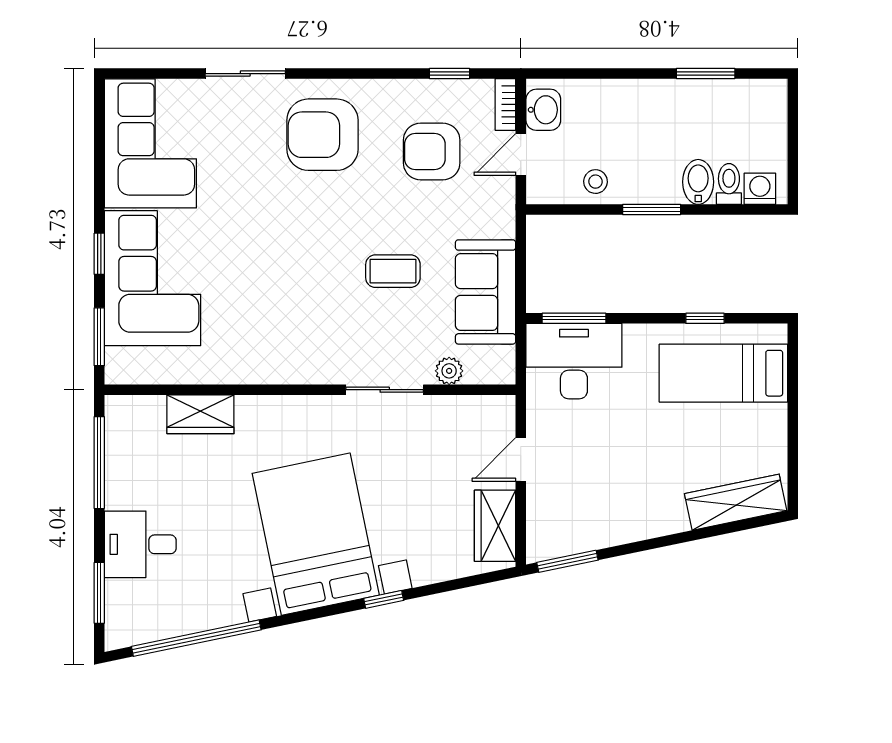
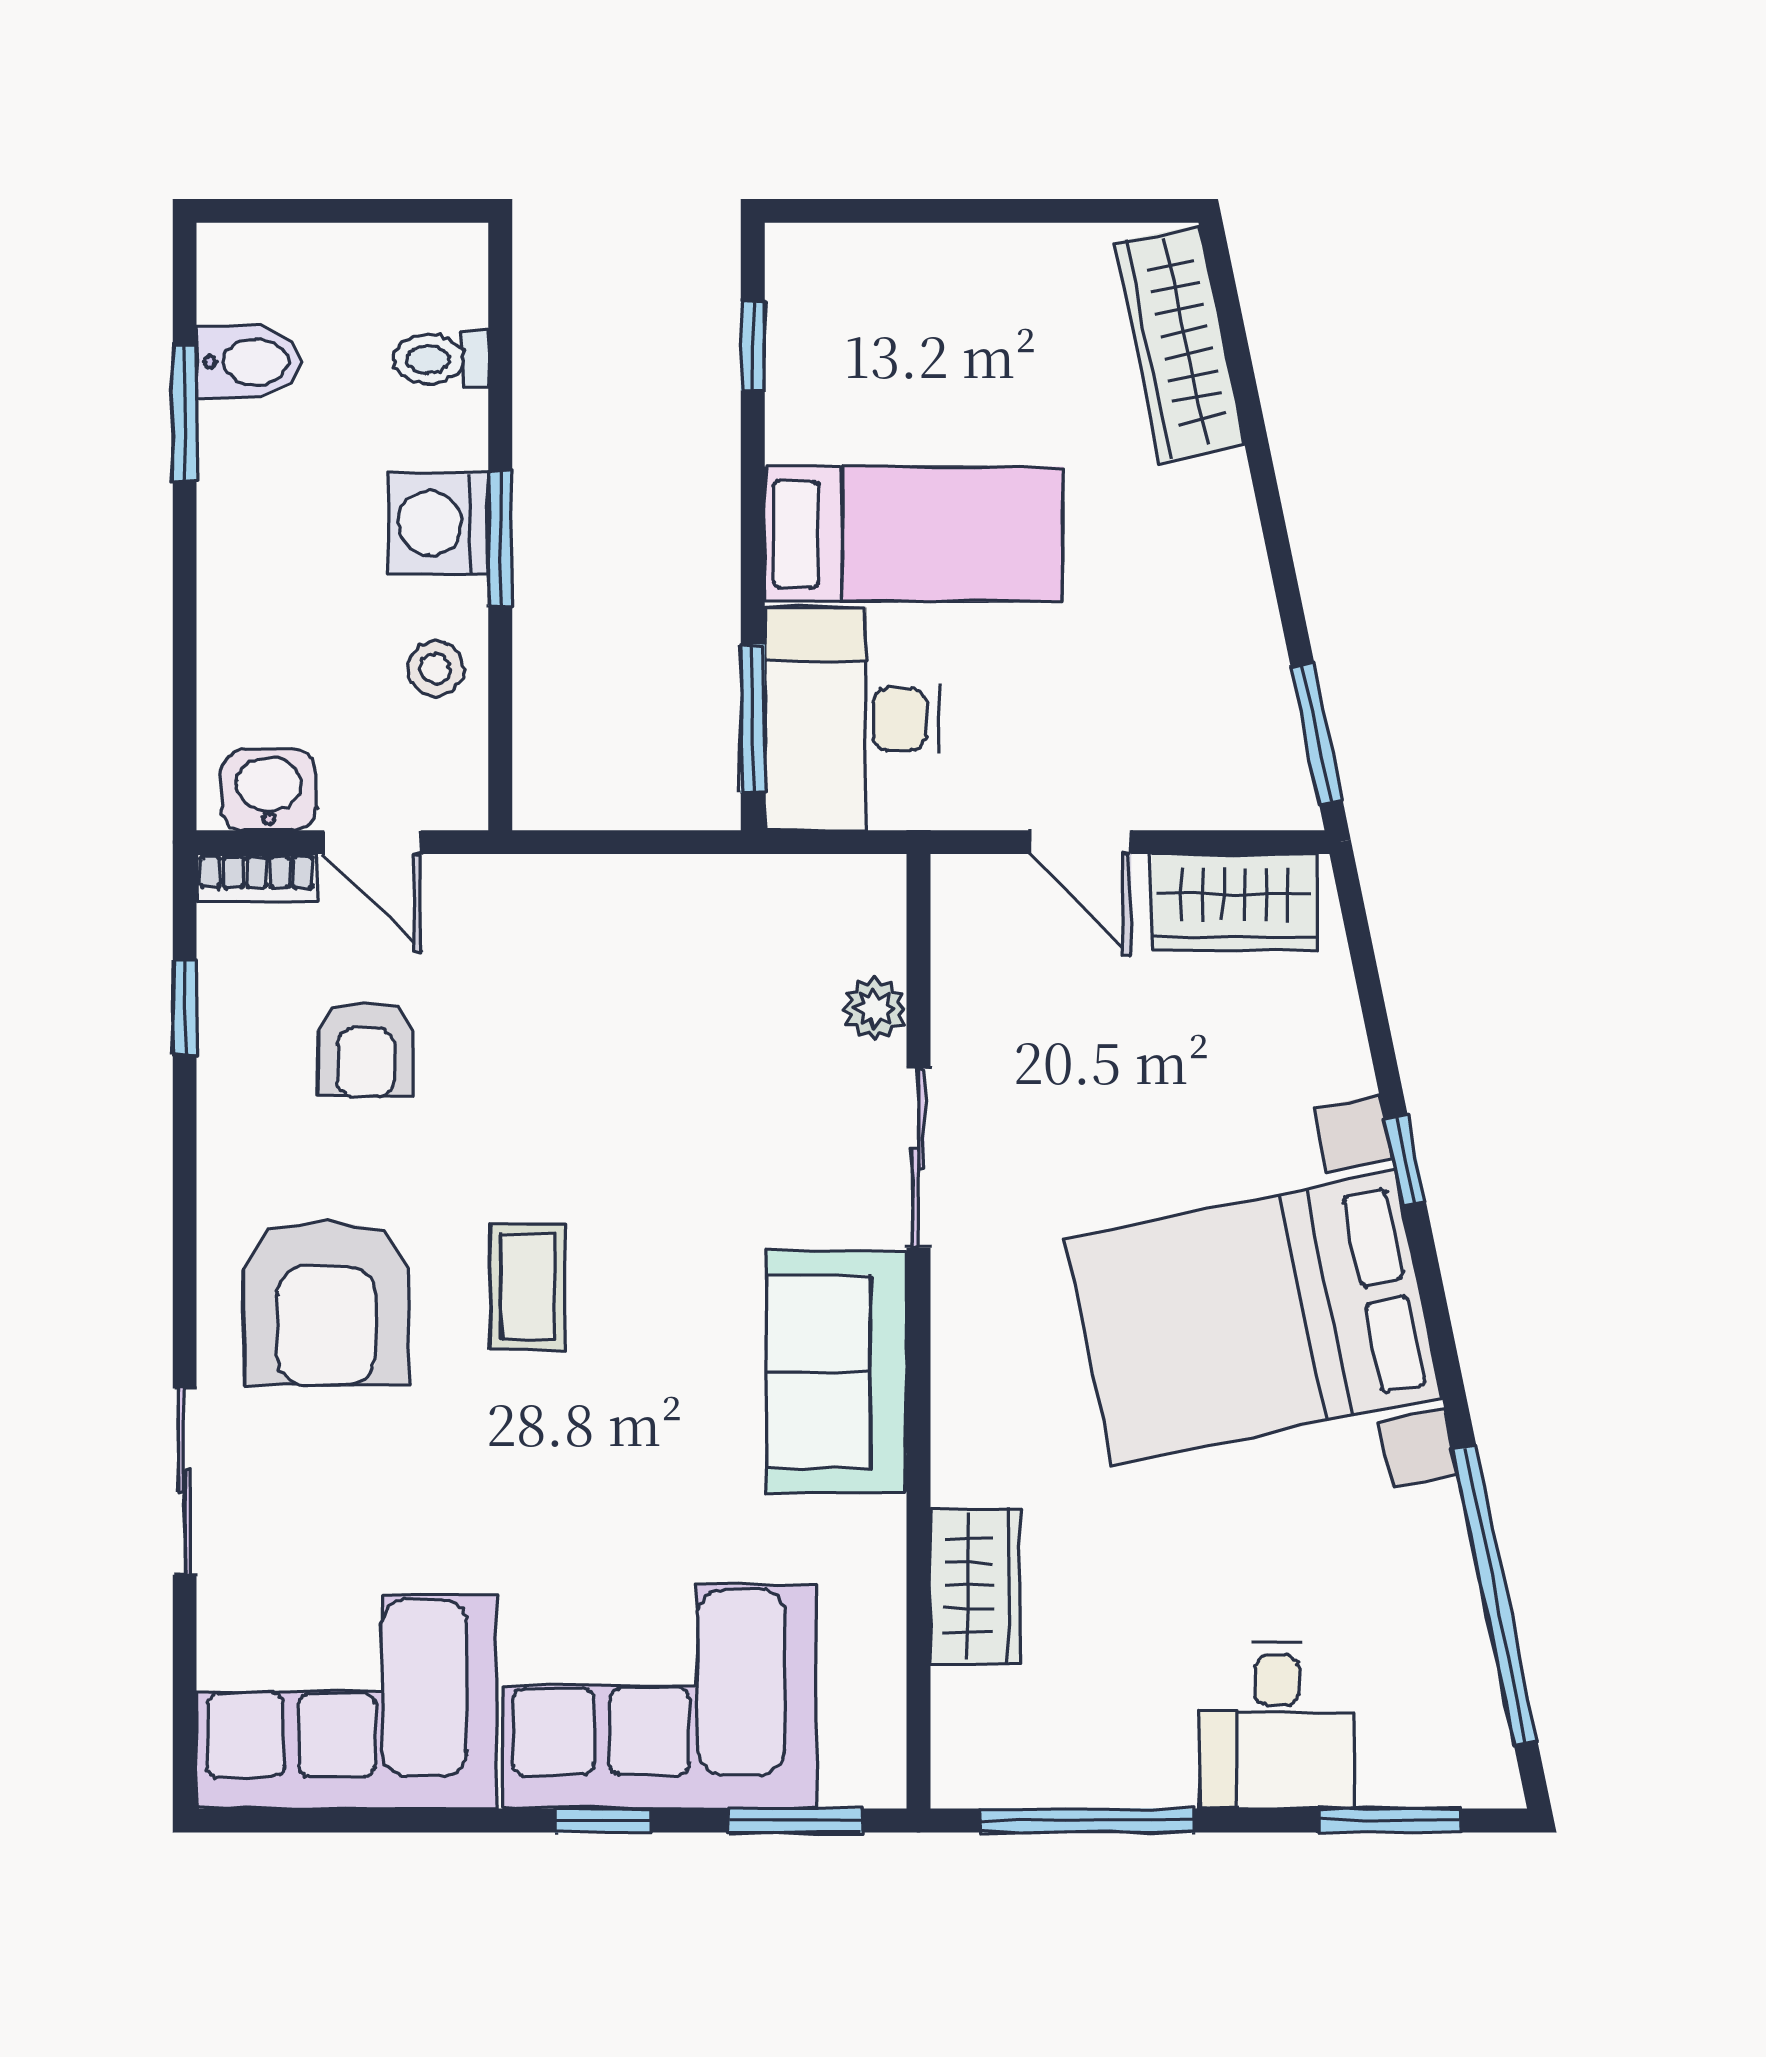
armchair: (432, 152) -> (366, 1049), width x0.72, depth x0.72
bidet: (698, 182) -> (249, 362), moved, turned 180
washing machine: (760, 189) -> (438, 523), moved, width x1.38, depth x1.38
coffee table: (393, 271) -> (528, 1287), moved
sofa: (486, 292) -> (837, 1372), moved, turned 90
window: (705, 318) -> (753, 346), moved
bed: (723, 373) -> (914, 534), moved, turned -90

